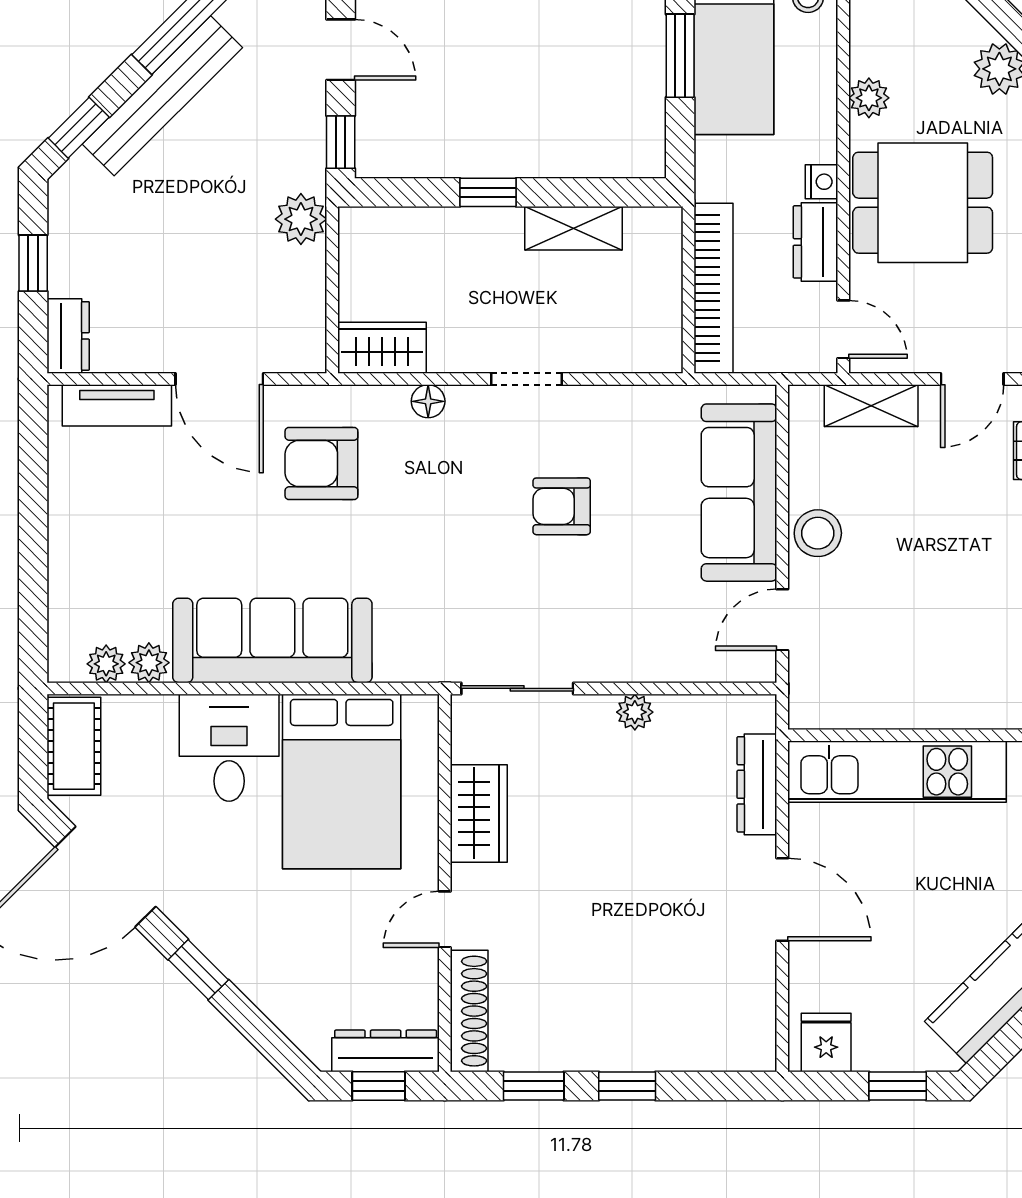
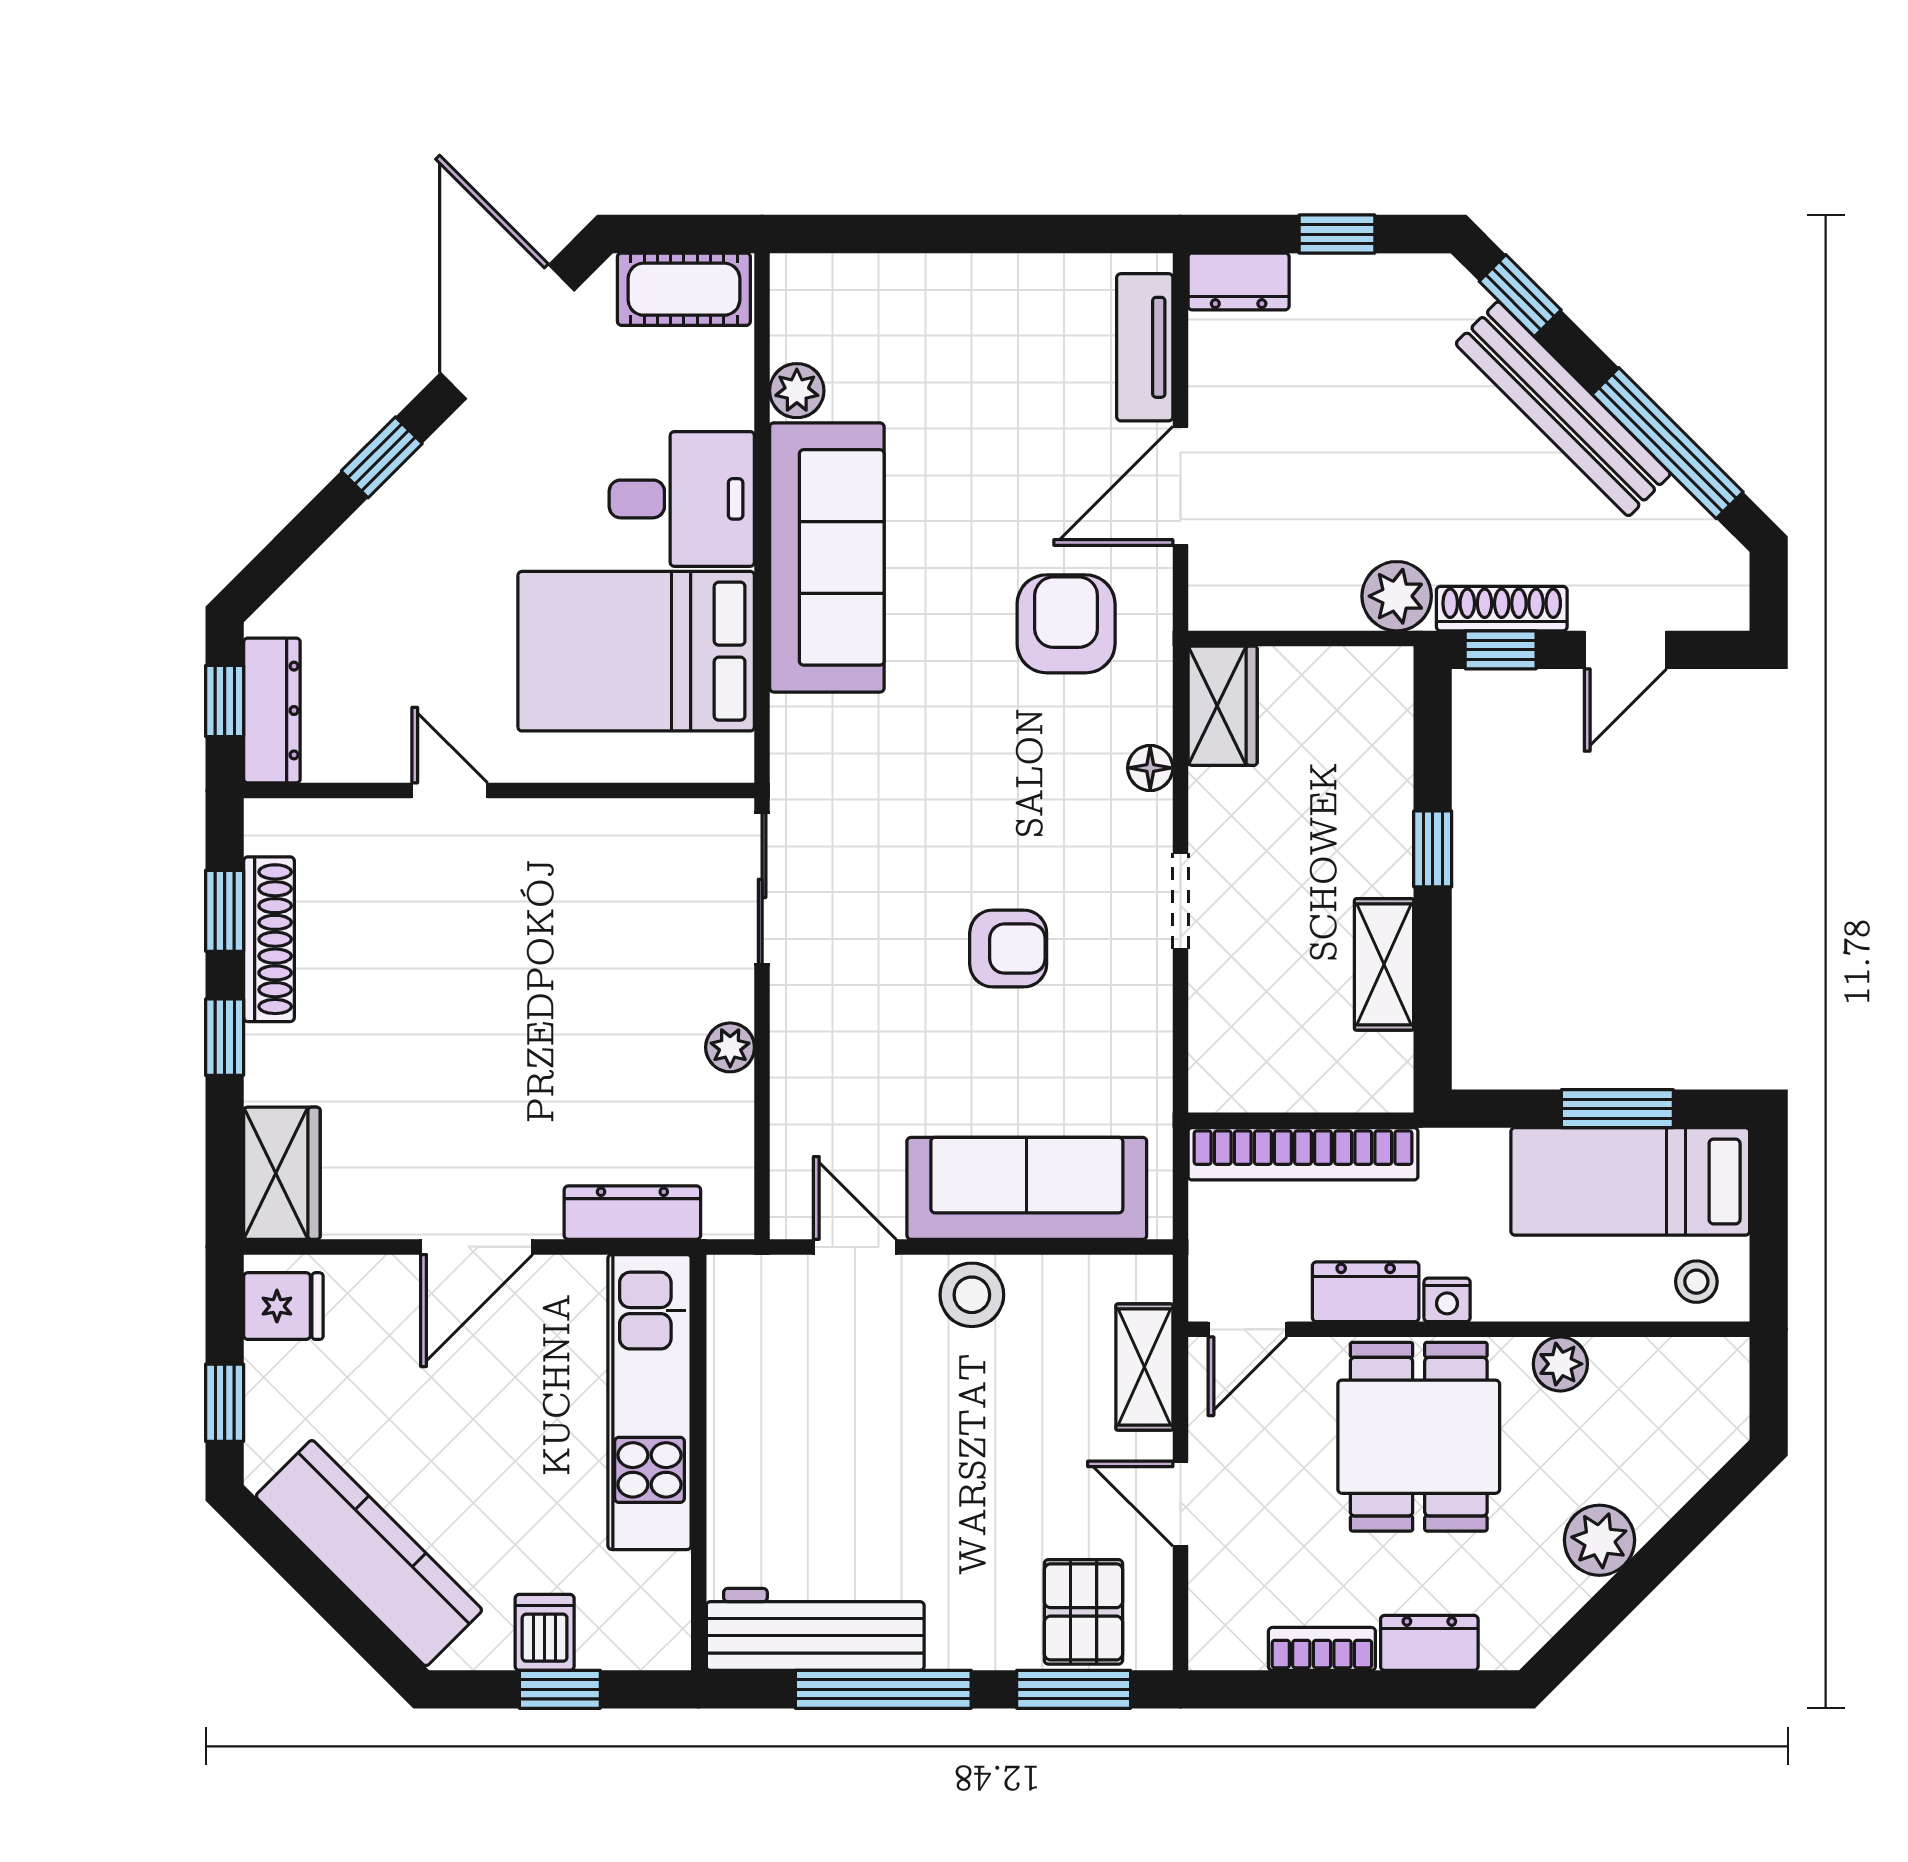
shoe rack: (310, 141) -> (1502, 609), added
armchair: (562, 506) -> (1008, 949), turned 90
plant: (106, 664) -> (795, 333), removed
wardrobe: (479, 813) -> (282, 1173), moved, turned -90
shoe rack: (469, 1011) -> (269, 939), moved, turned -90

